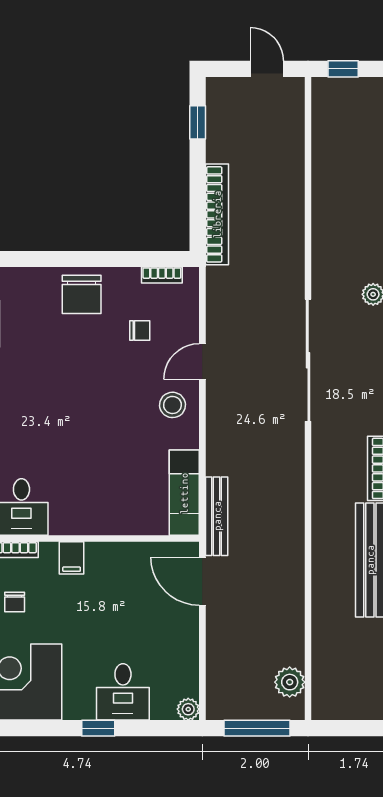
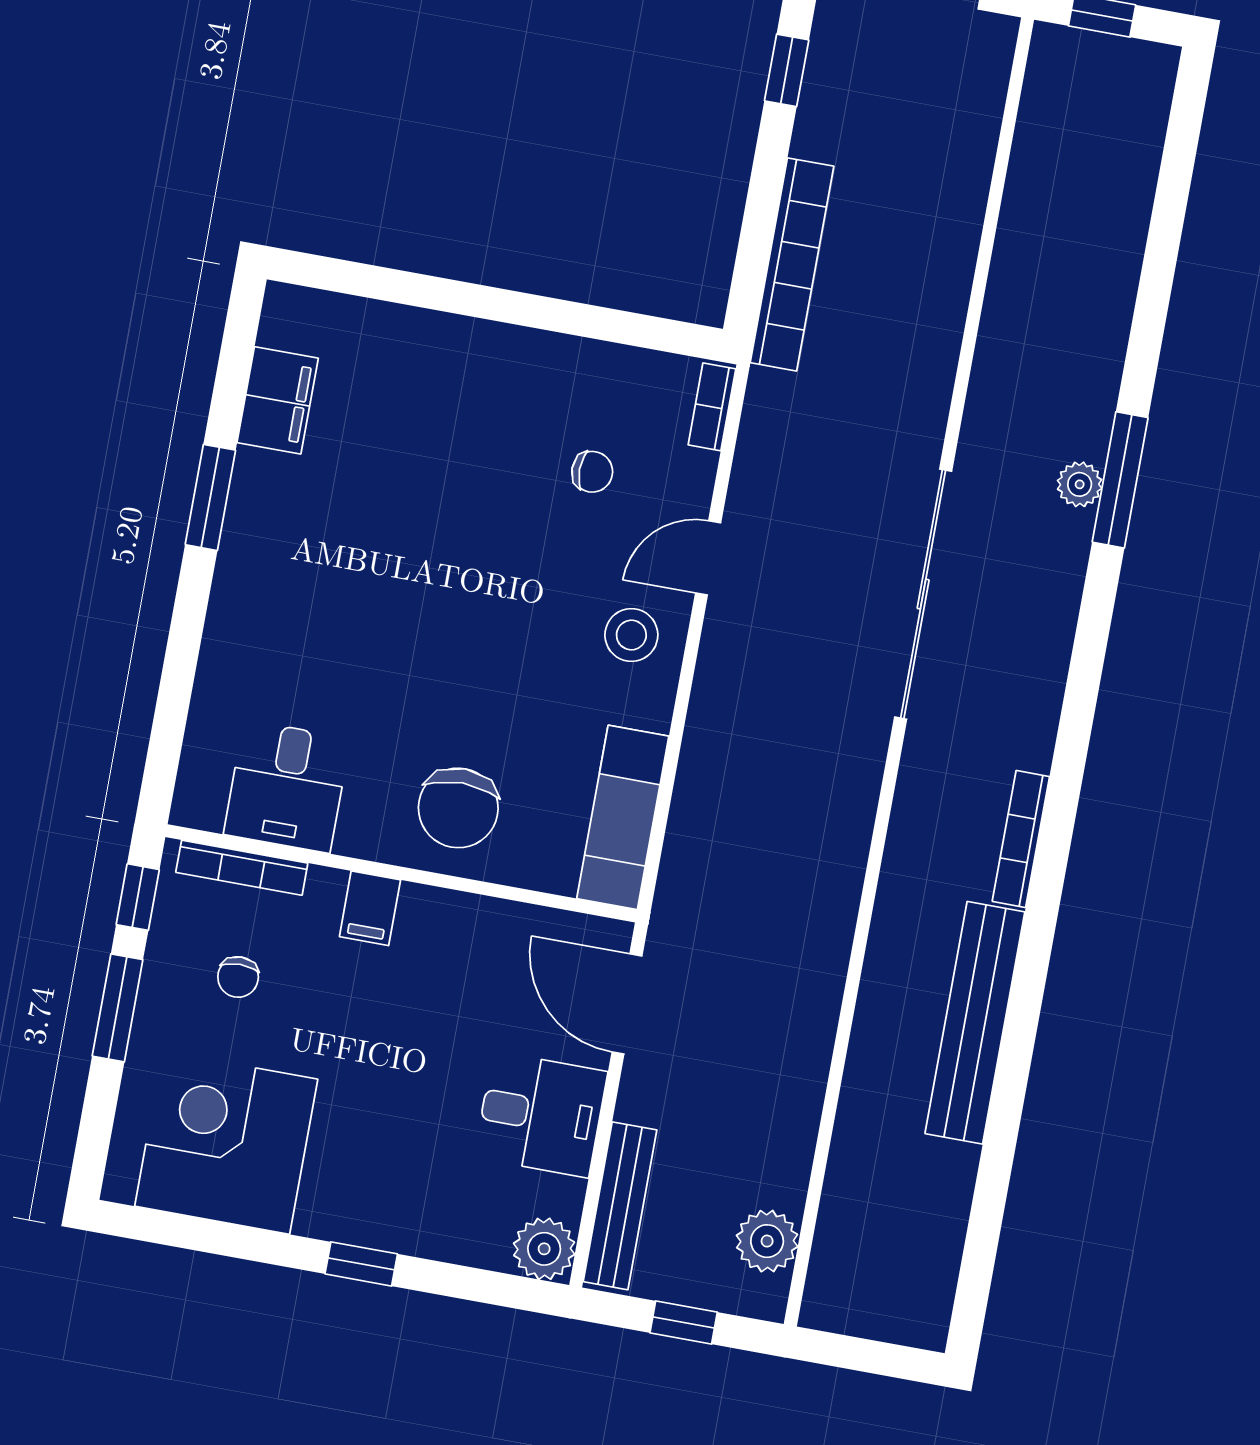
bookcase: (162, 275) -> (712, 407), moved, turned 90
chair: (82, 294) -> (458, 808), moved
bench: (217, 516) -> (620, 1206), moved
desk: (123, 692) -> (541, 1114), moved, turned -90
plant: (188, 709) -> (544, 1249), width x1.38, depth x1.38
window: (257, 728) -> (684, 1322), width x0.46

